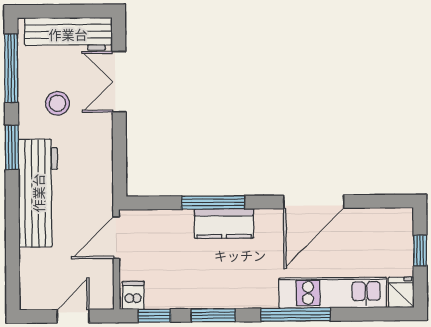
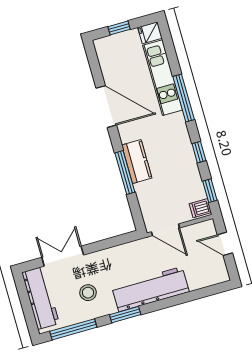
double door: (119, 82) -> (63, 256), swing flipped
window: (213, 315) -> (199, 152), width x0.67

